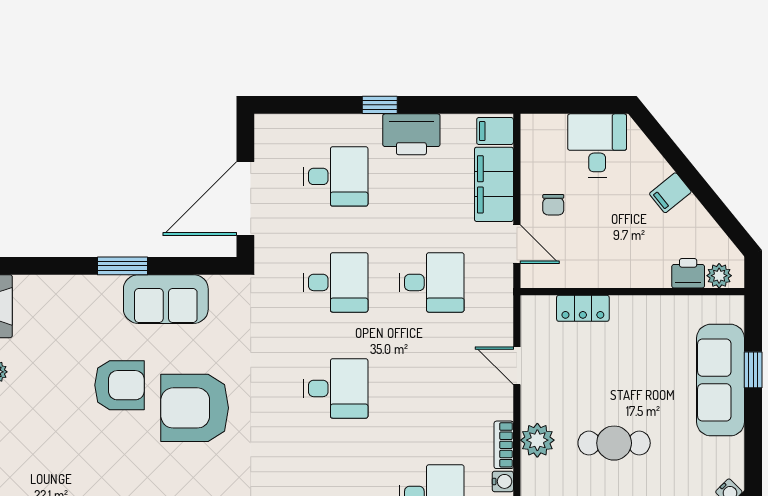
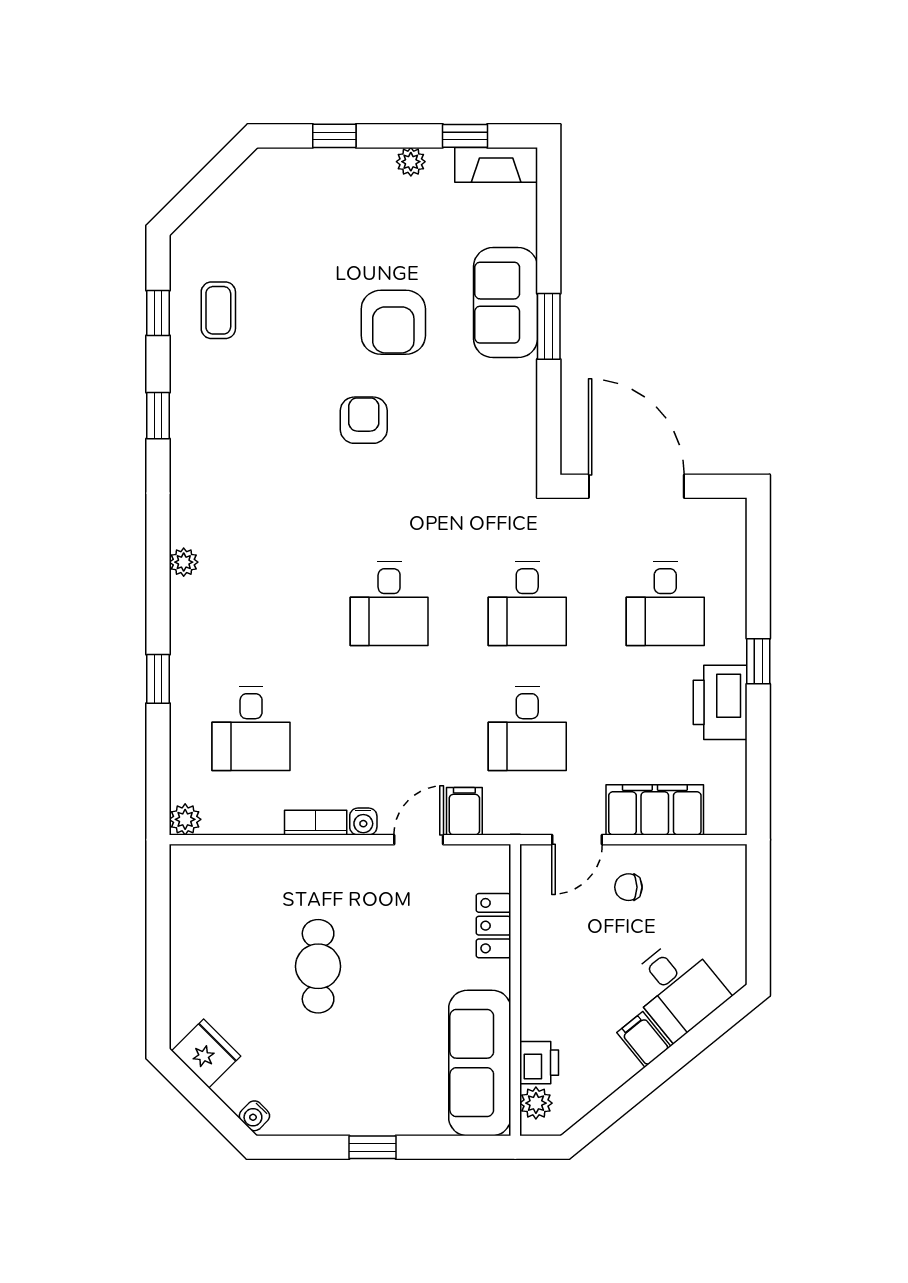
filing cabinet: (495, 131) -> (464, 811), moved
desk: (597, 145) -> (677, 988), moved, turned 51
sofa: (166, 299) -> (505, 303), moved
window: (753, 370) -> (373, 1147), moved
sofa: (721, 380) -> (480, 1063), moved, turned -90
armchair: (195, 408) -> (364, 420), width x0.53, depth x0.53
plant: (537, 440) -> (322, 866), removed
water cooler: (503, 481) -> (363, 821), moved

